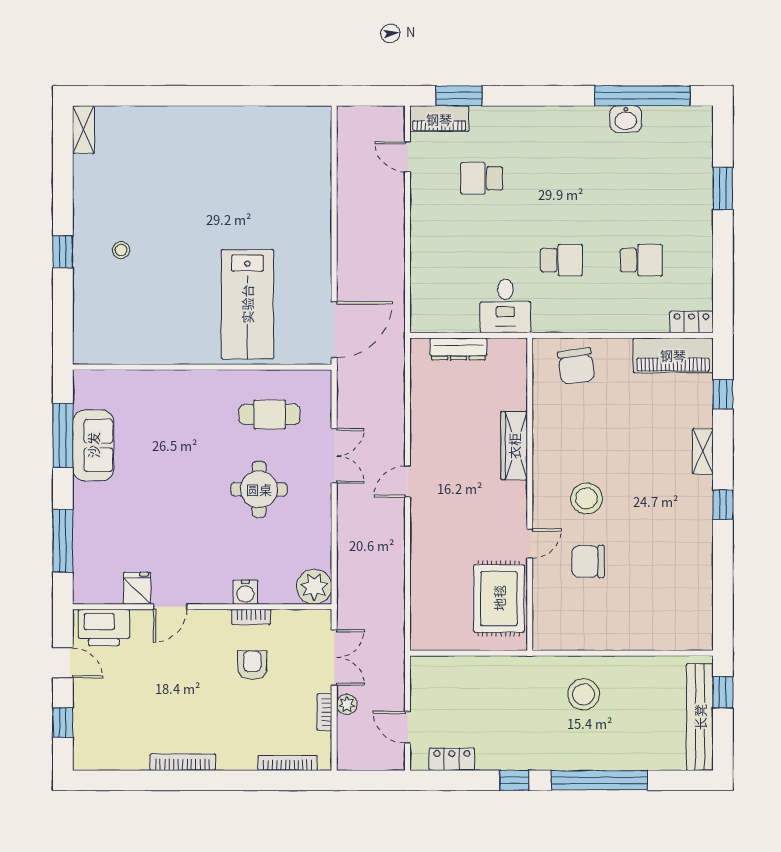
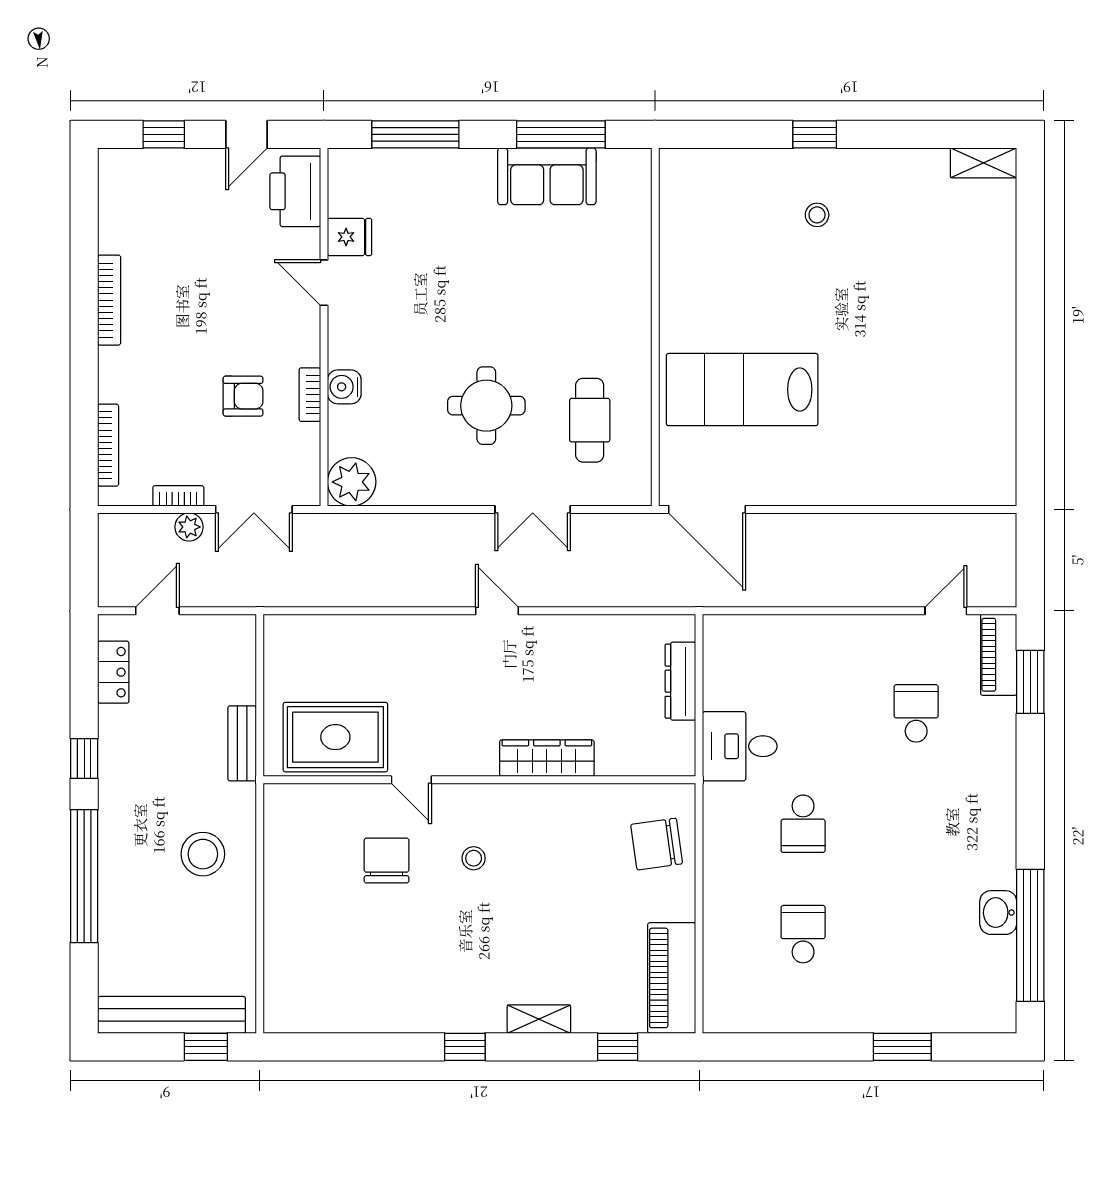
school desk: (641, 260) -> (803, 934), turned 180
locker: (691, 322) -> (718, 1003), removed
stool: (586, 498) -> (474, 858), width x0.53, depth x0.53
bench: (503, 666) -> (242, 743), added

